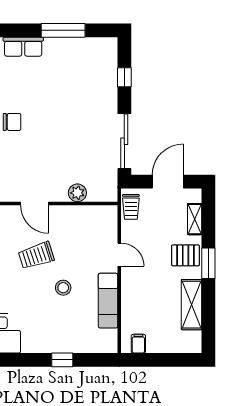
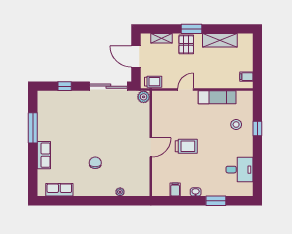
plant: (77, 193) -> (144, 97), moved
trolley: (36, 255) -> (186, 146), turned -72
stool: (63, 288) -> (236, 125), moved

